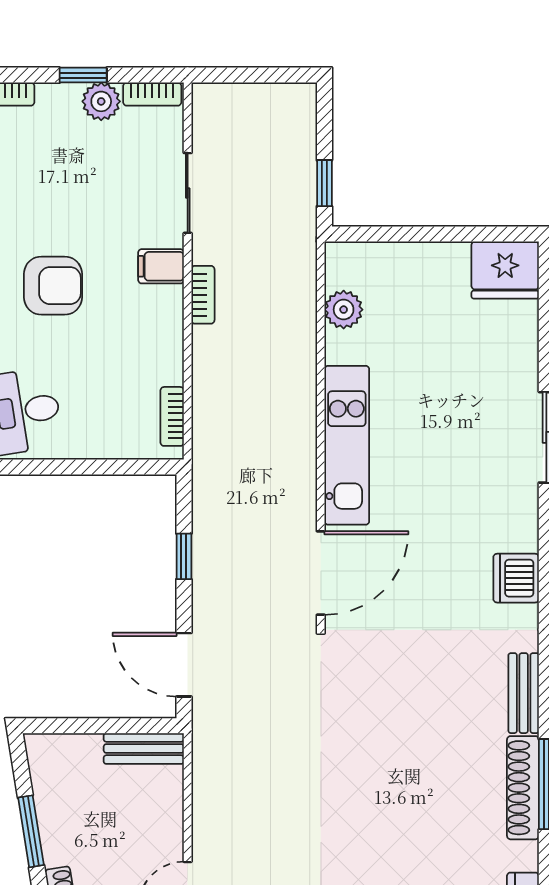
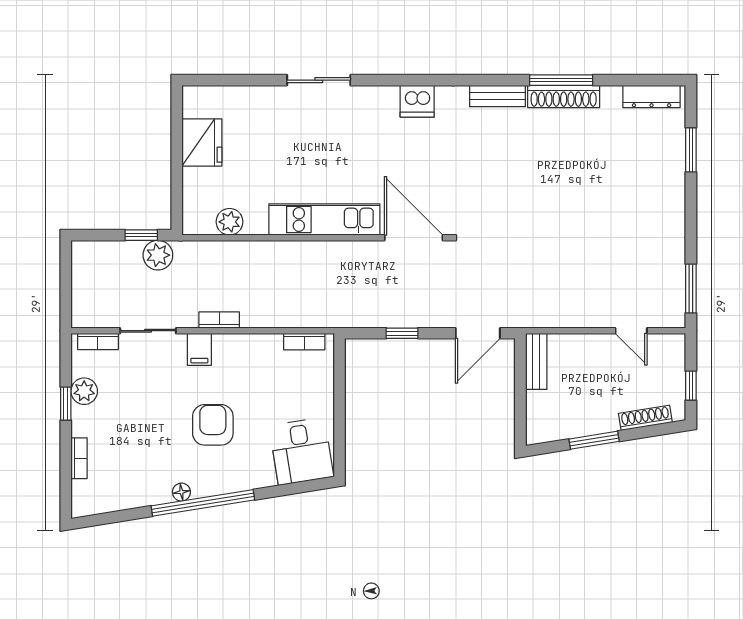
bookcase: (152, 94) -> (98, 341), moved, turned 90
plant: (296, 207) -> (158, 255), added
fridge: (505, 270) -> (202, 142), moved

